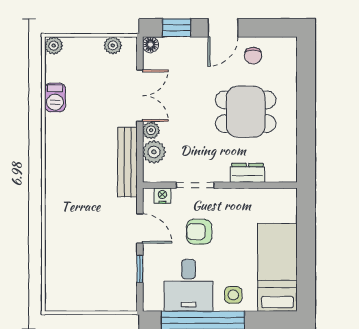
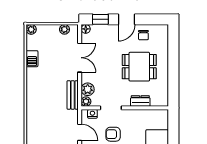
plant: (151, 130) -> (86, 101), moved
bench: (127, 162) -> (73, 95), width x0.73

